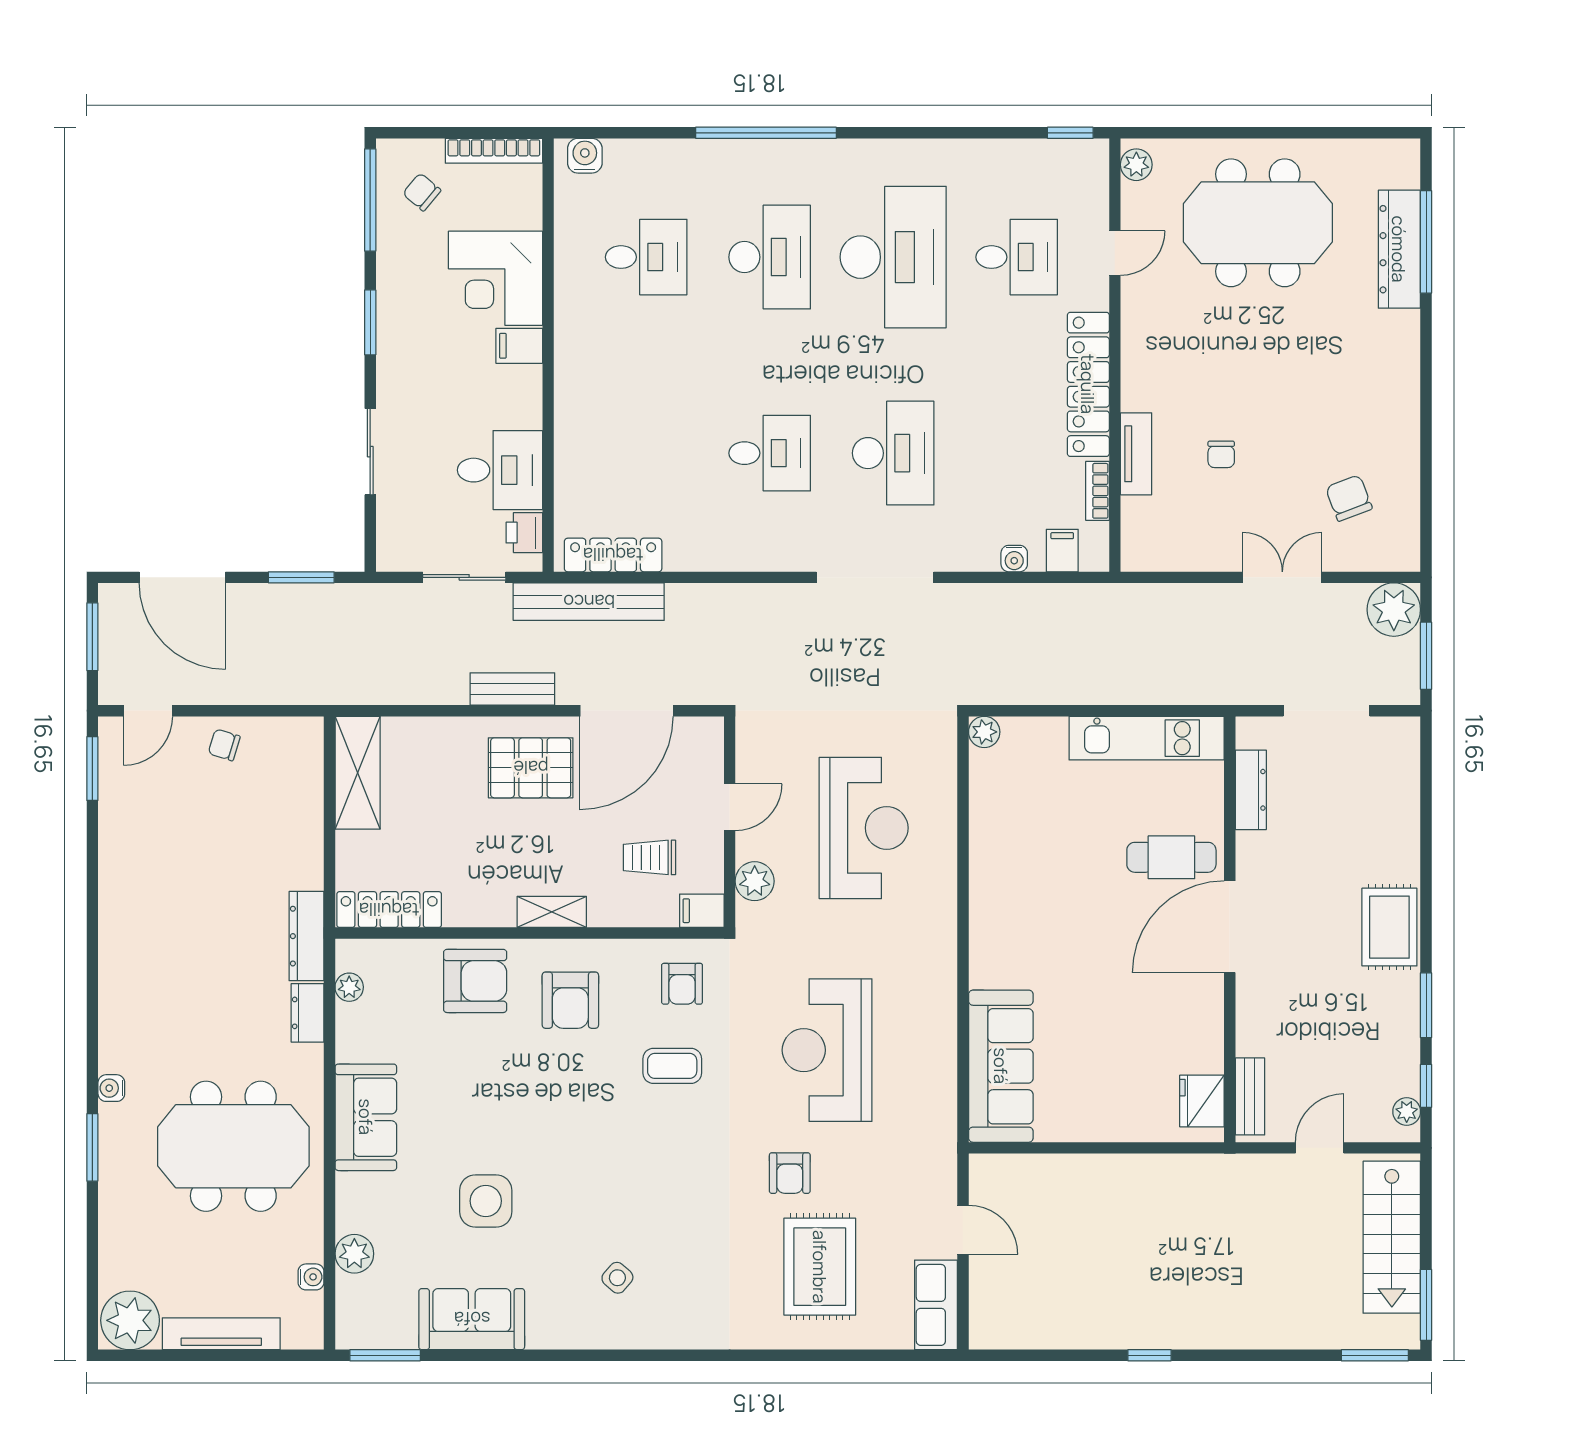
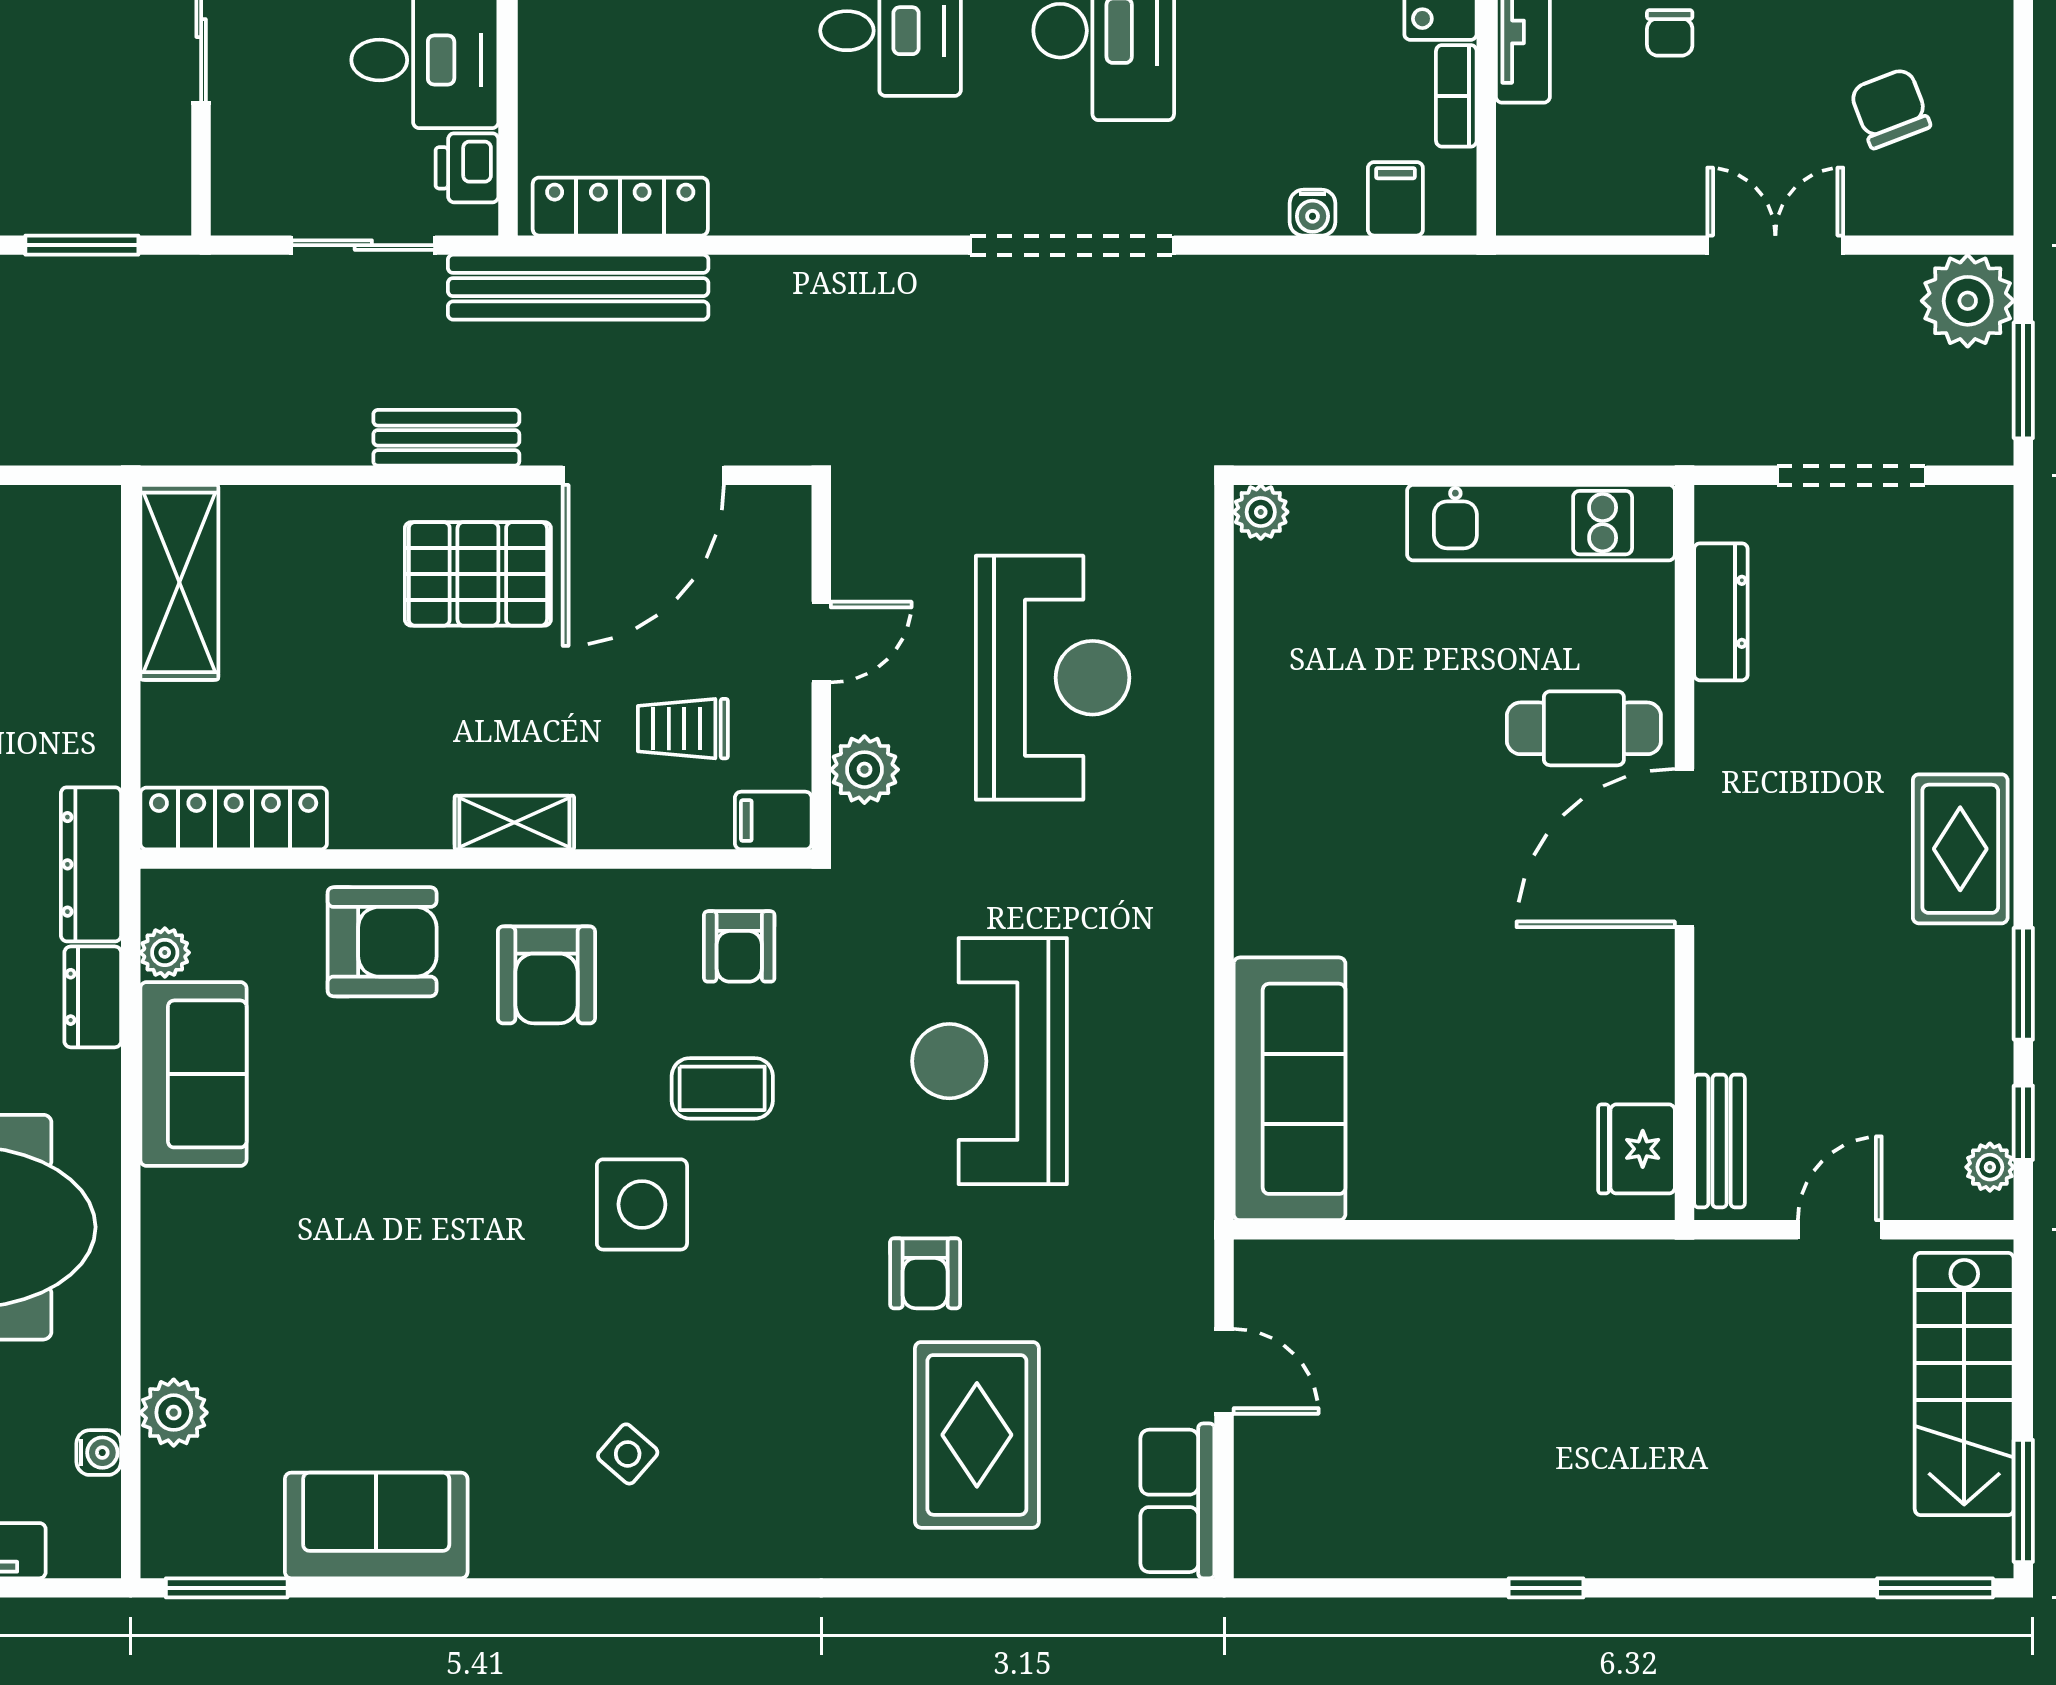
sofa: (366, 1117) -> (193, 1074), moved
side table: (486, 1201) -> (642, 1204), moved

